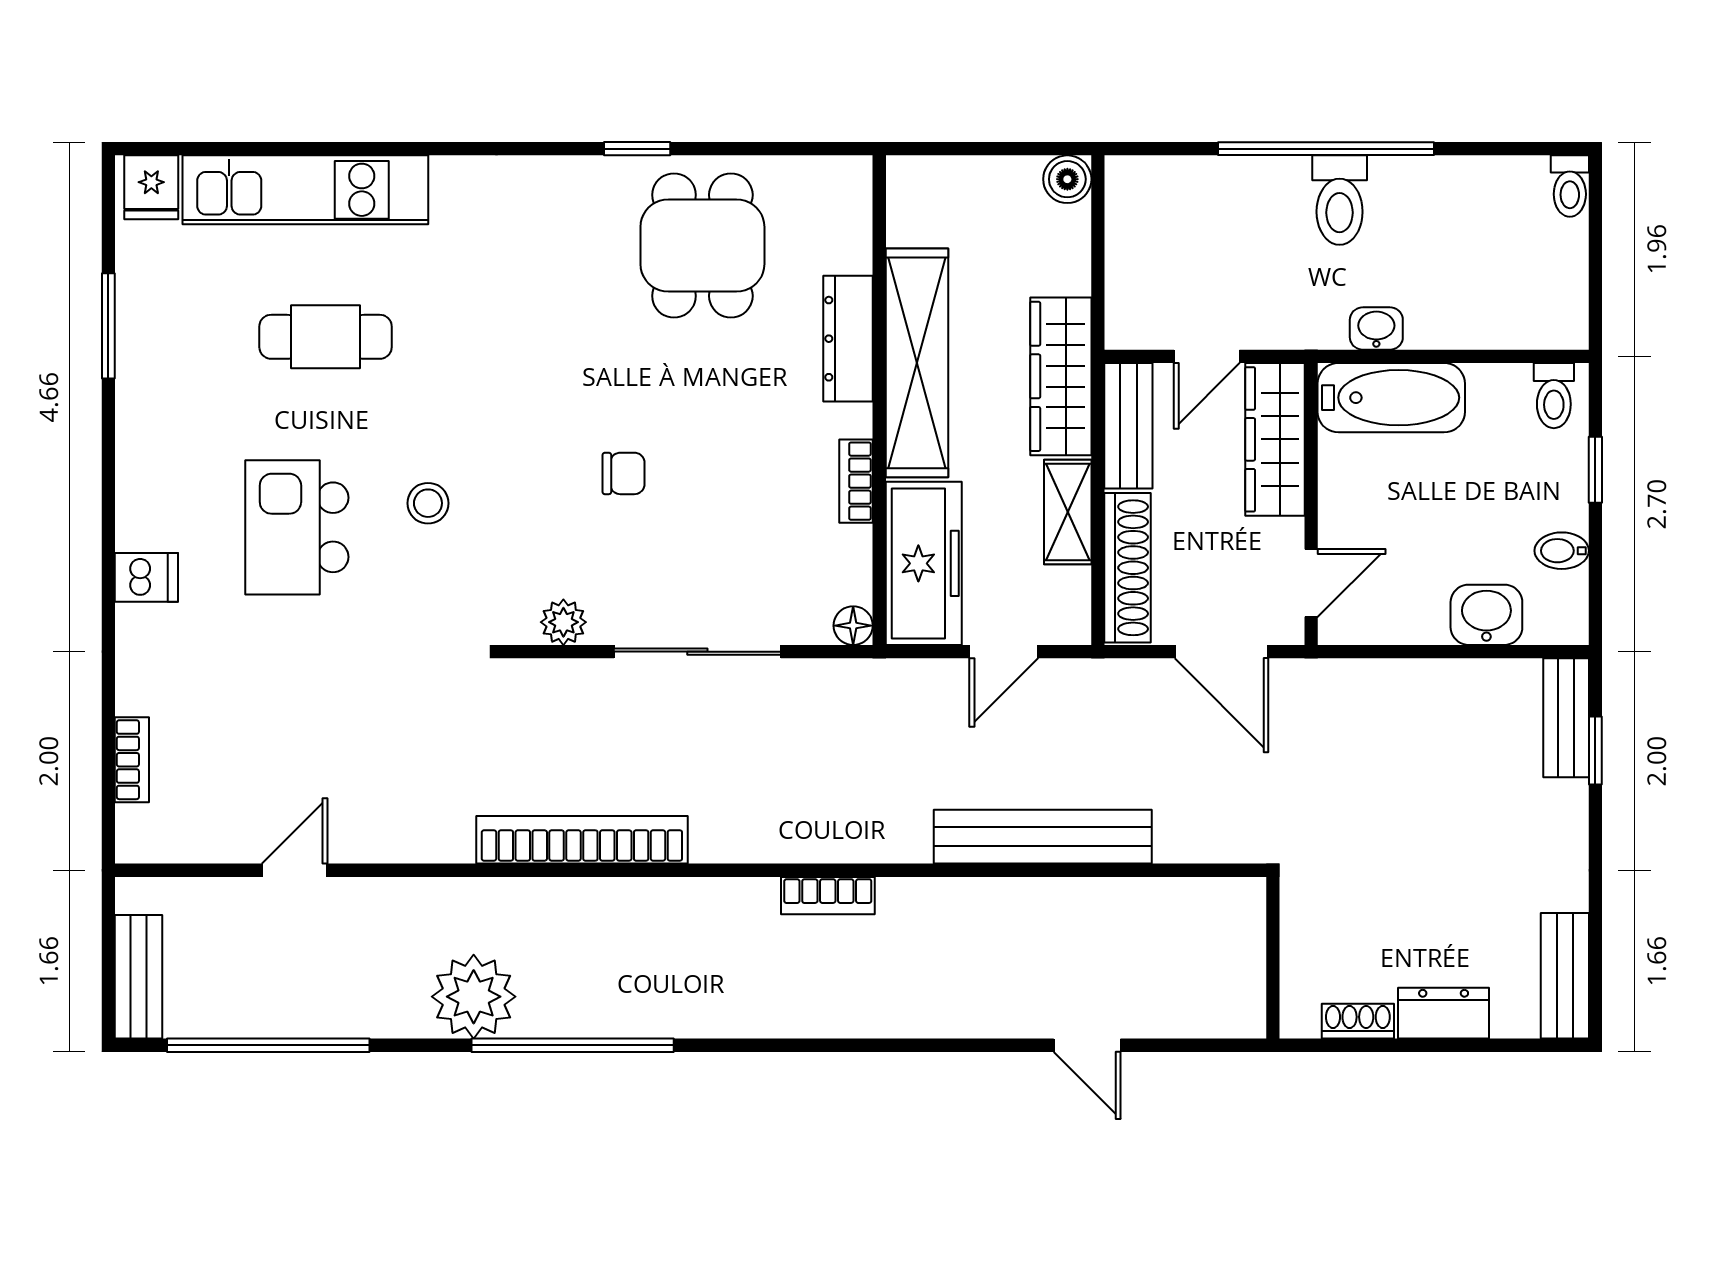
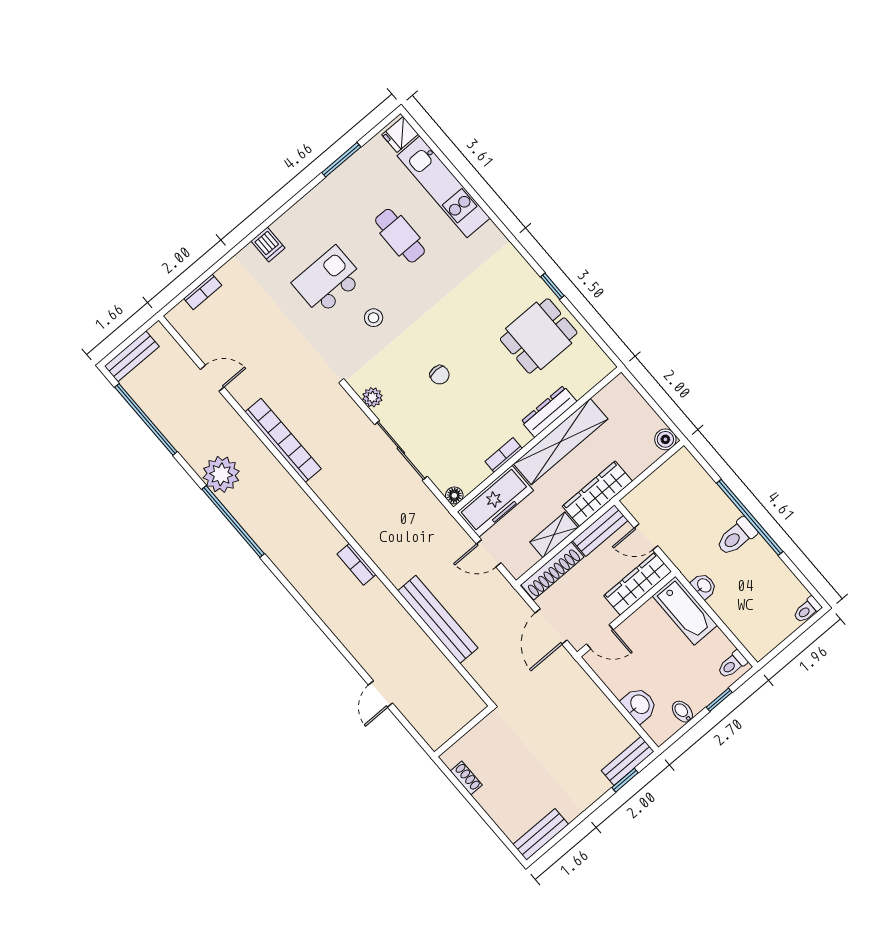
bookcase: (582, 840) -> (283, 440), moved
dresser: (1444, 1013) -> (493, 804), removed

